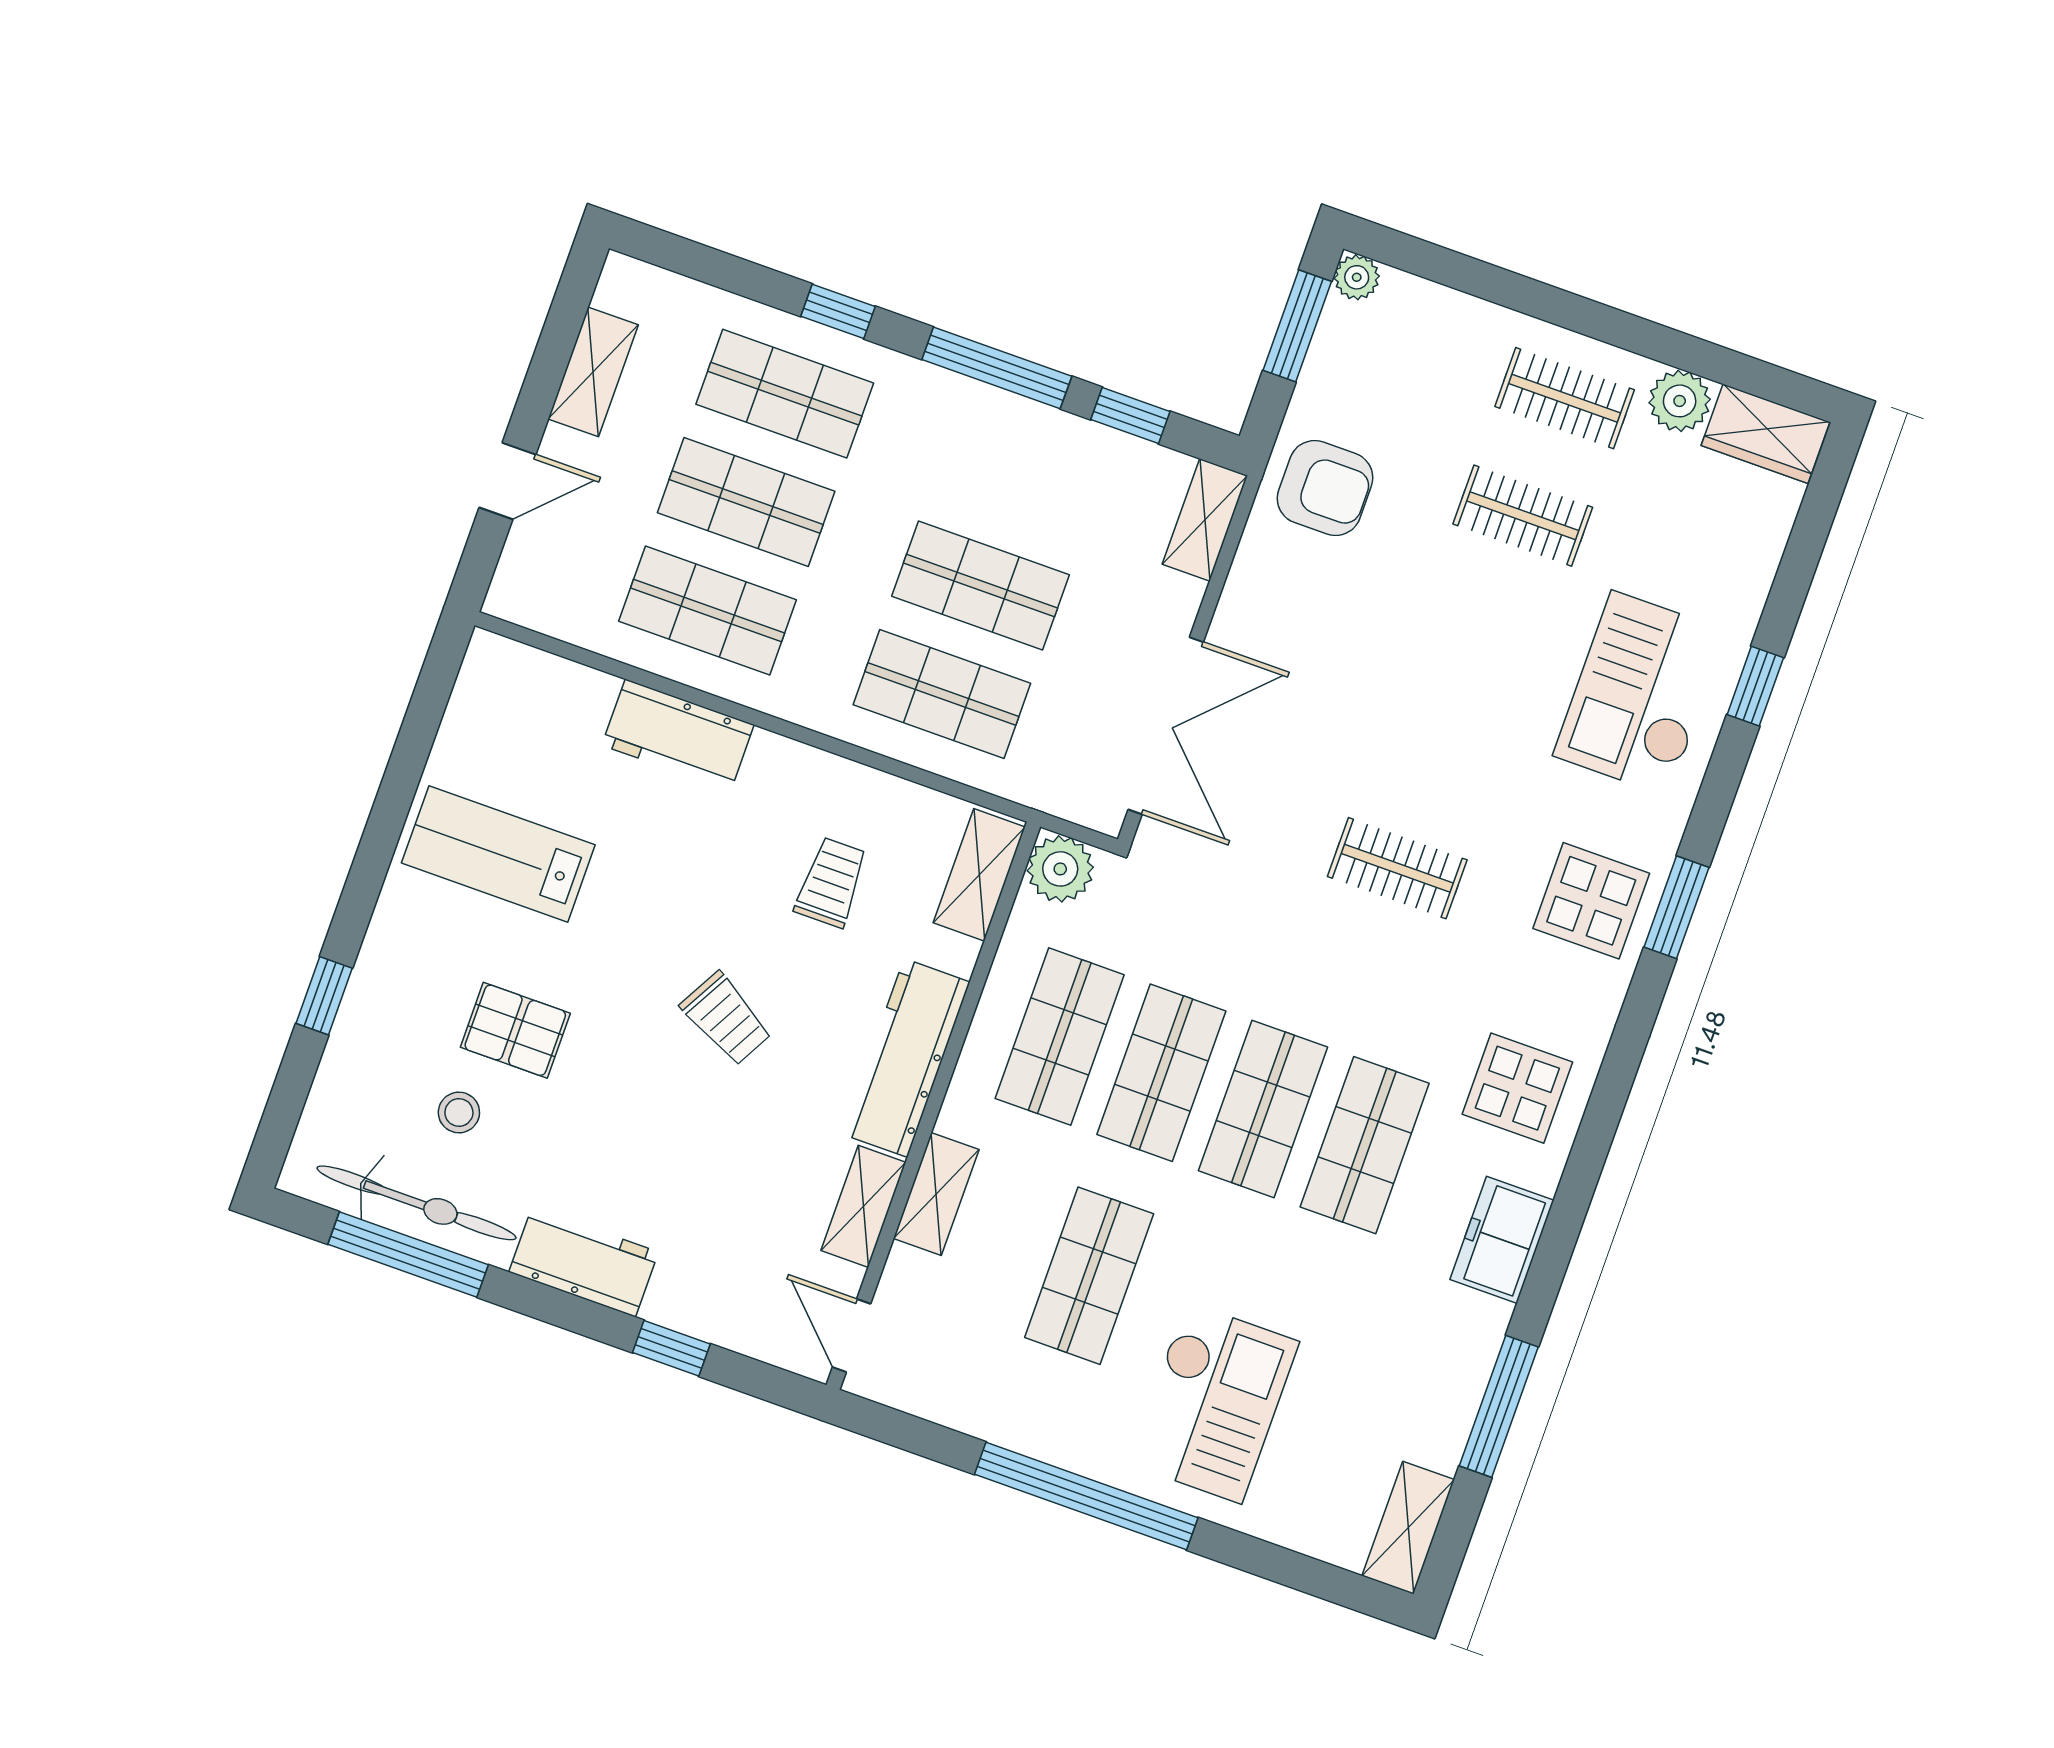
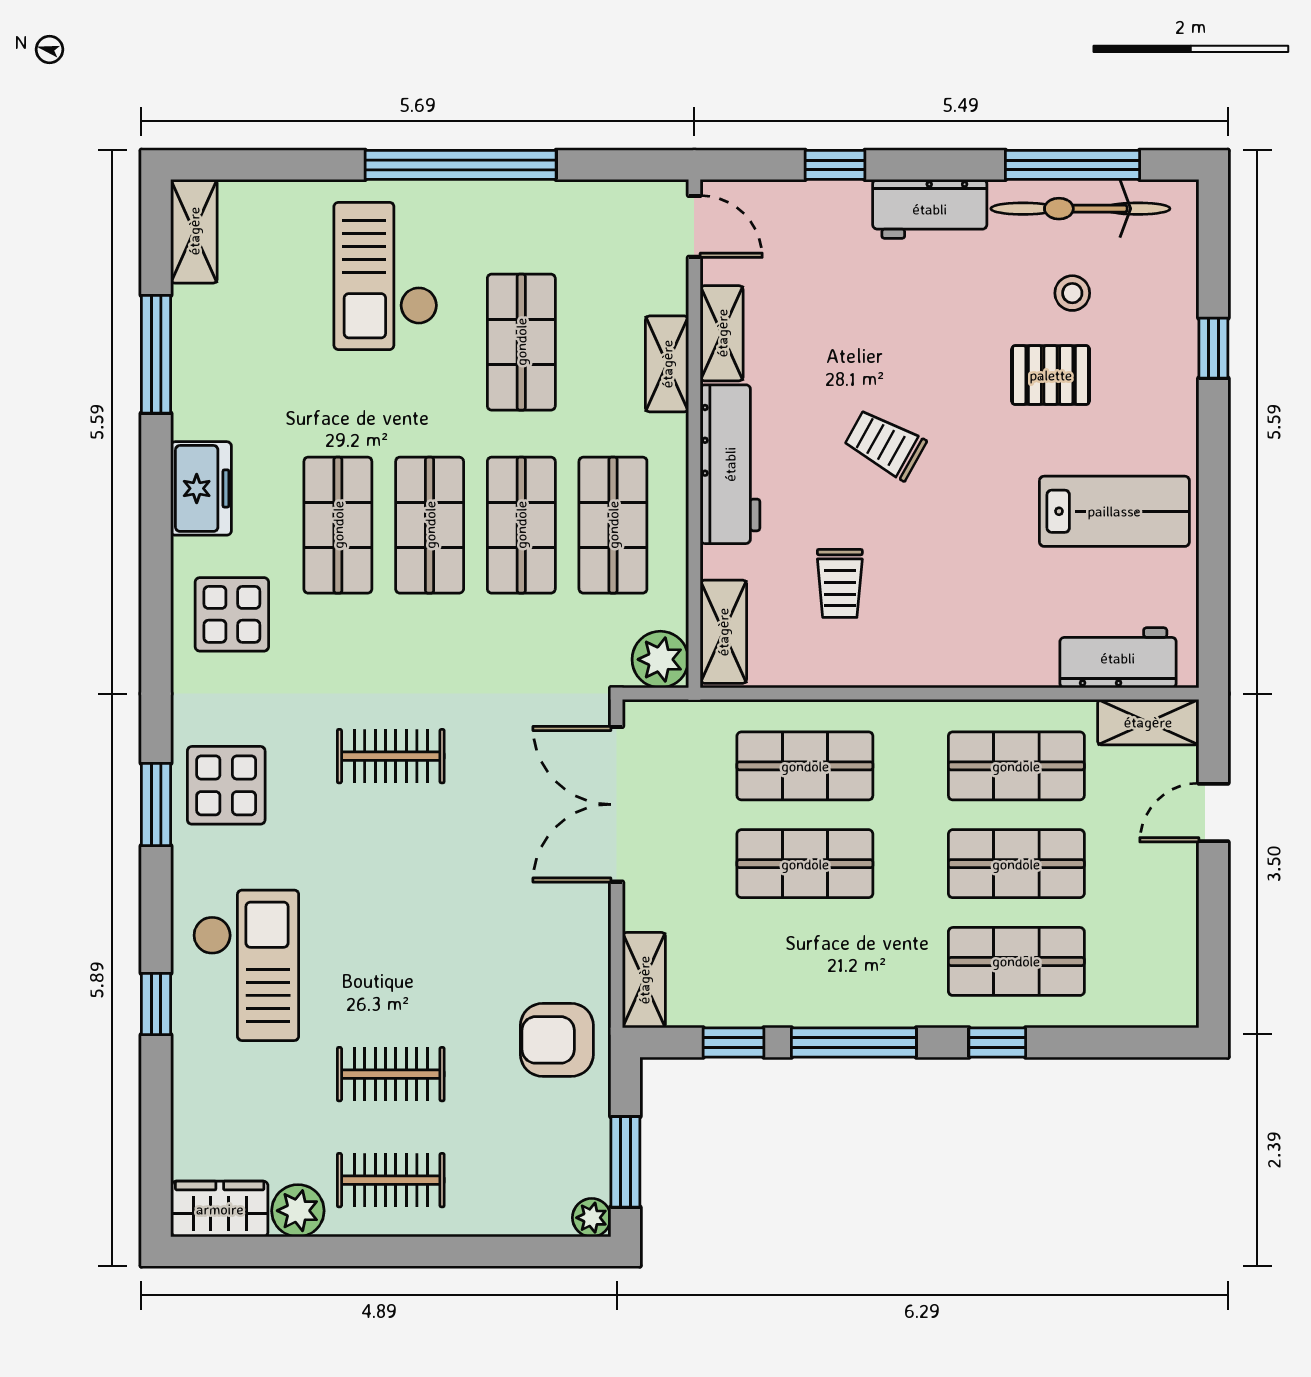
shelving: (593, 372) -> (1148, 722), moved, turned 90
workbench: (678, 735) -> (1118, 658), moved

